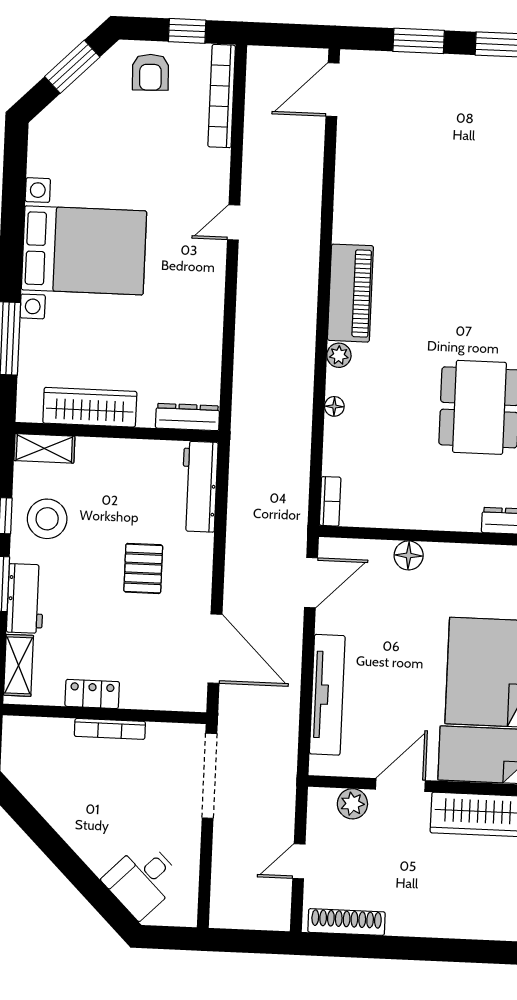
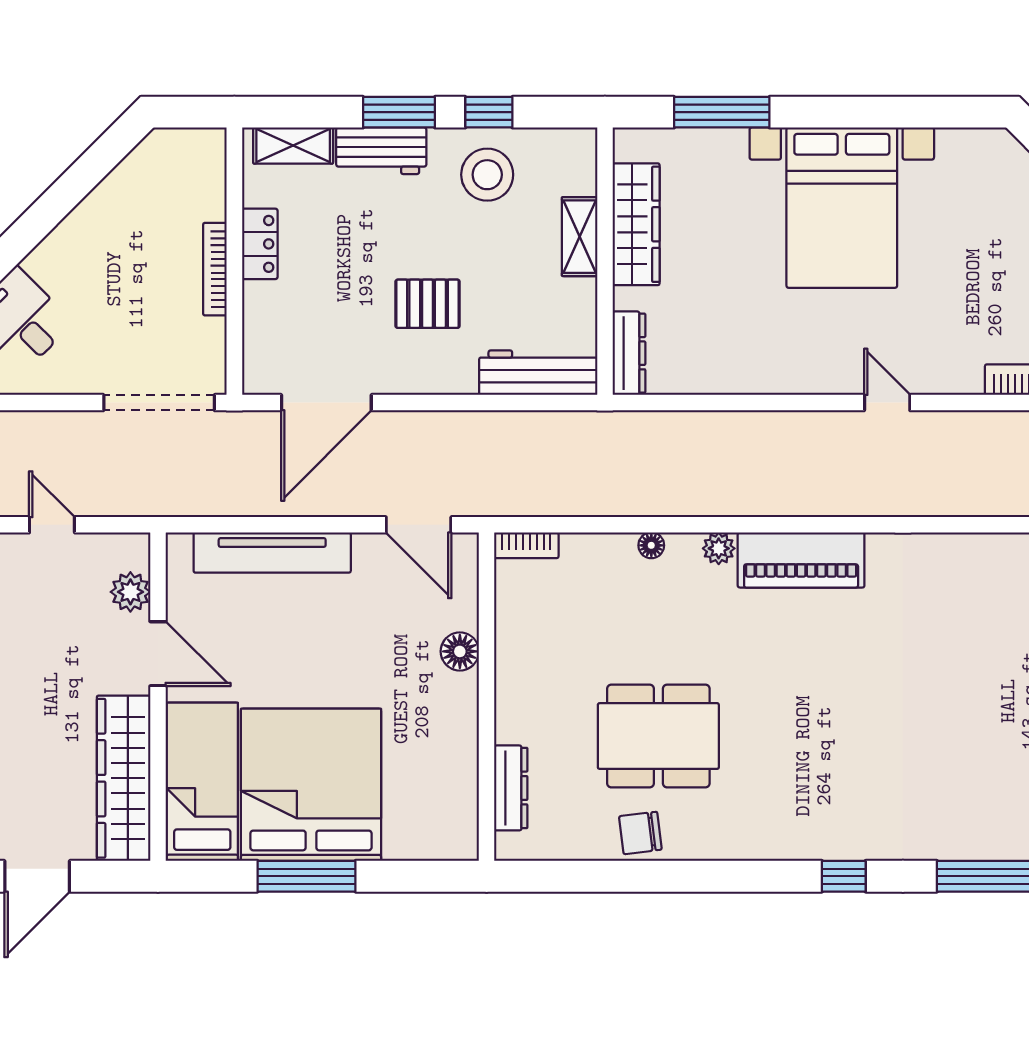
shelving: (44, 448) -> (580, 237), moved

